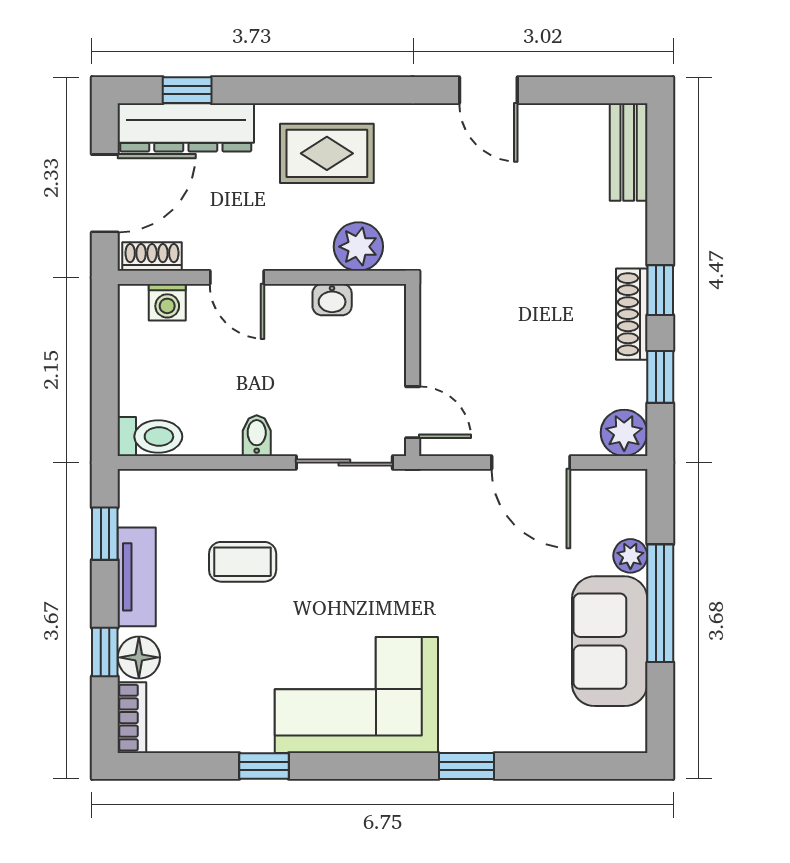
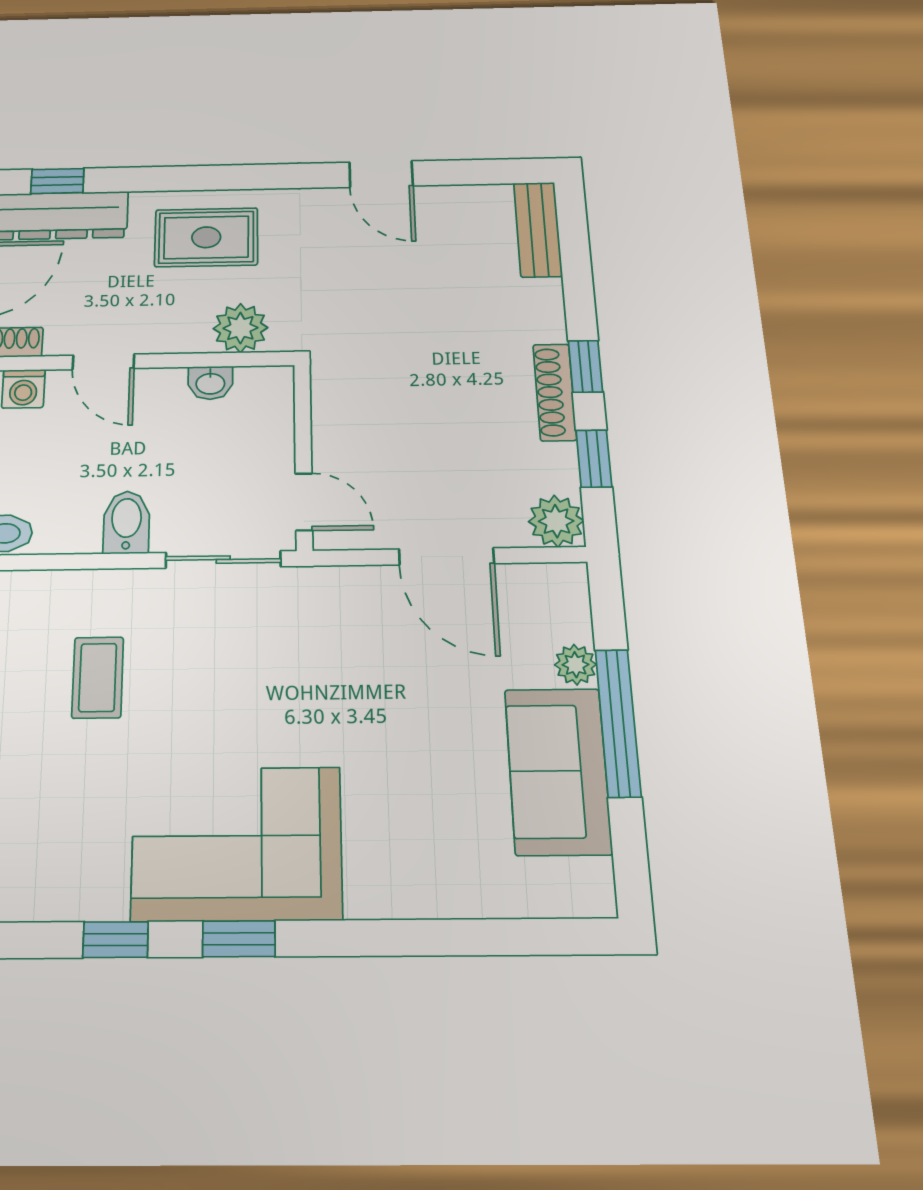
bidet: (257, 436) -> (126, 522), width x1.38, depth x1.36
coffee table: (243, 562) -> (98, 677), turned 90
window: (467, 766) -> (239, 939), moved

